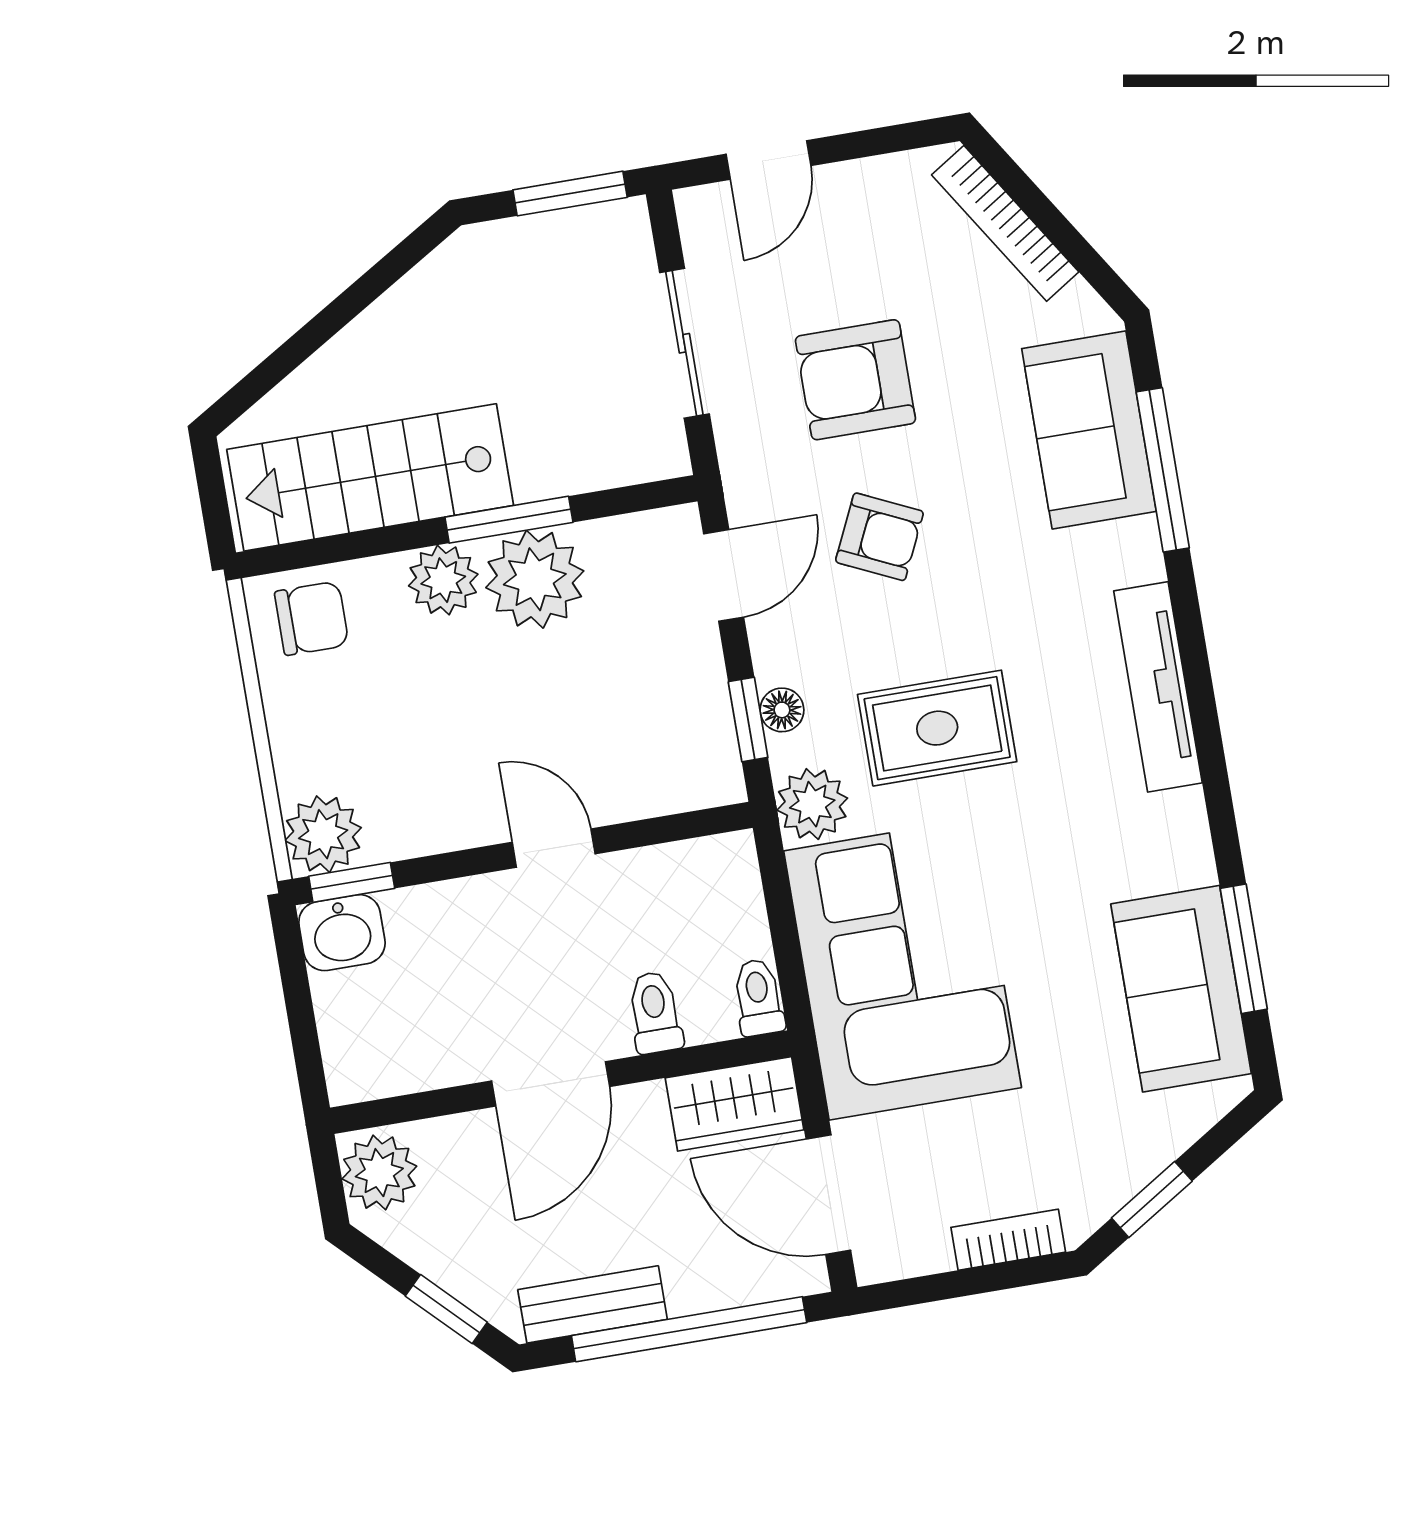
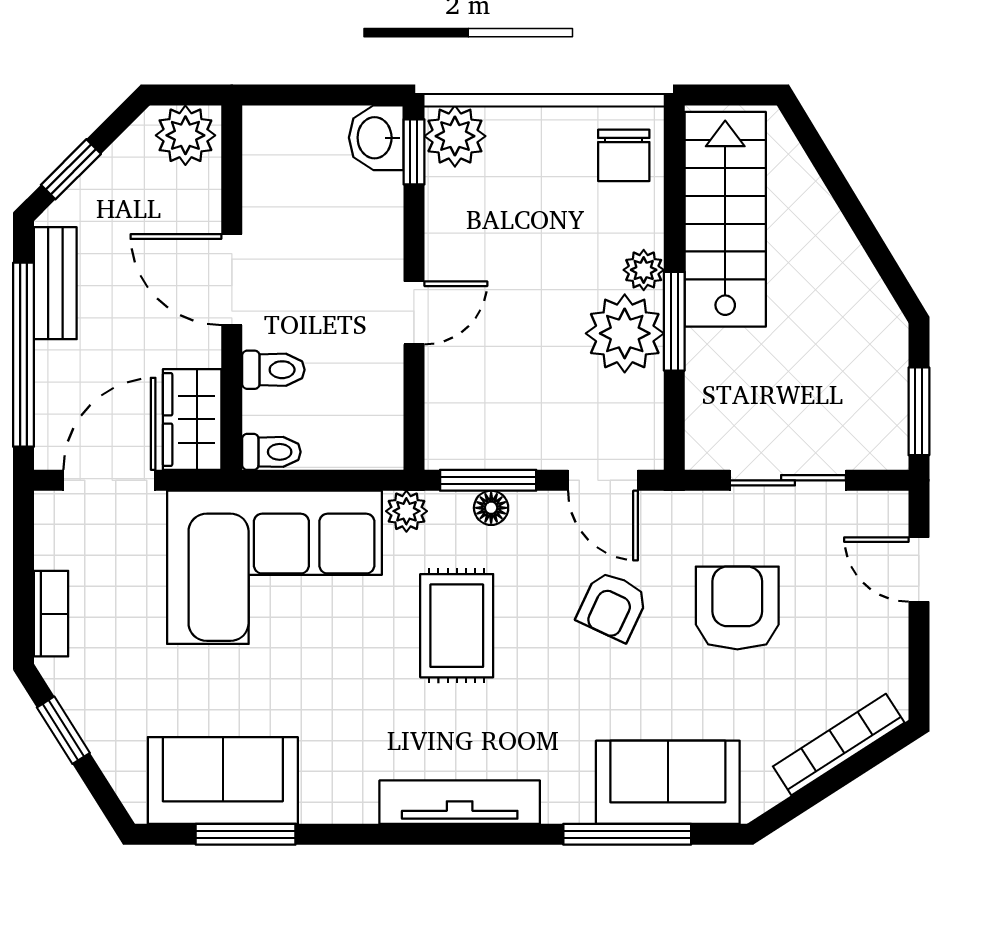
plant: (443, 580) -> (644, 270), width x0.73, depth x0.73
window: (748, 720) -> (488, 480), width x1.50
plant: (812, 804) -> (406, 511), width x0.73, depth x0.73

